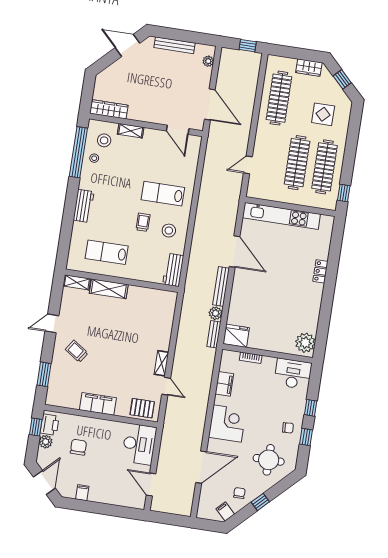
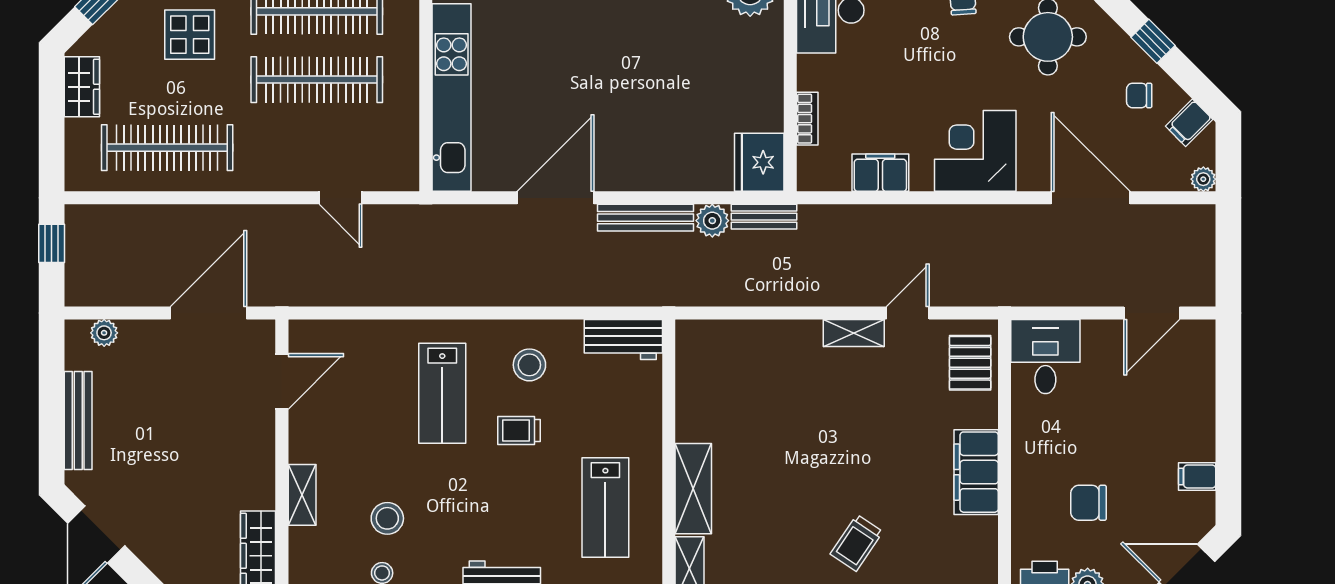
stool: (104, 140) -> (387, 518), moved
desk: (139, 444) -> (1045, 357), width x0.73
plant: (202, 514) -> (1203, 179), added

